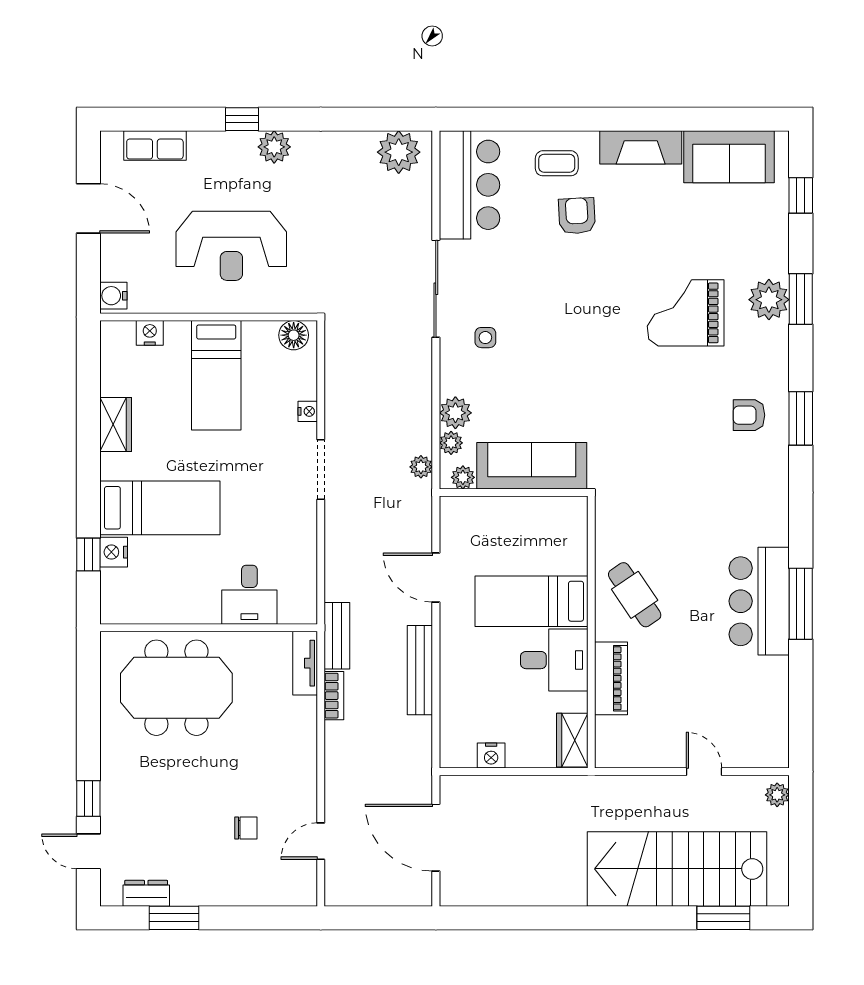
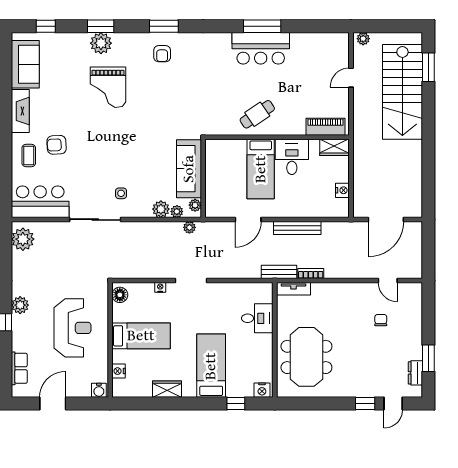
nightstand: (114, 552) -> (262, 390), moved
piano: (611, 678) -> (325, 127), moved

